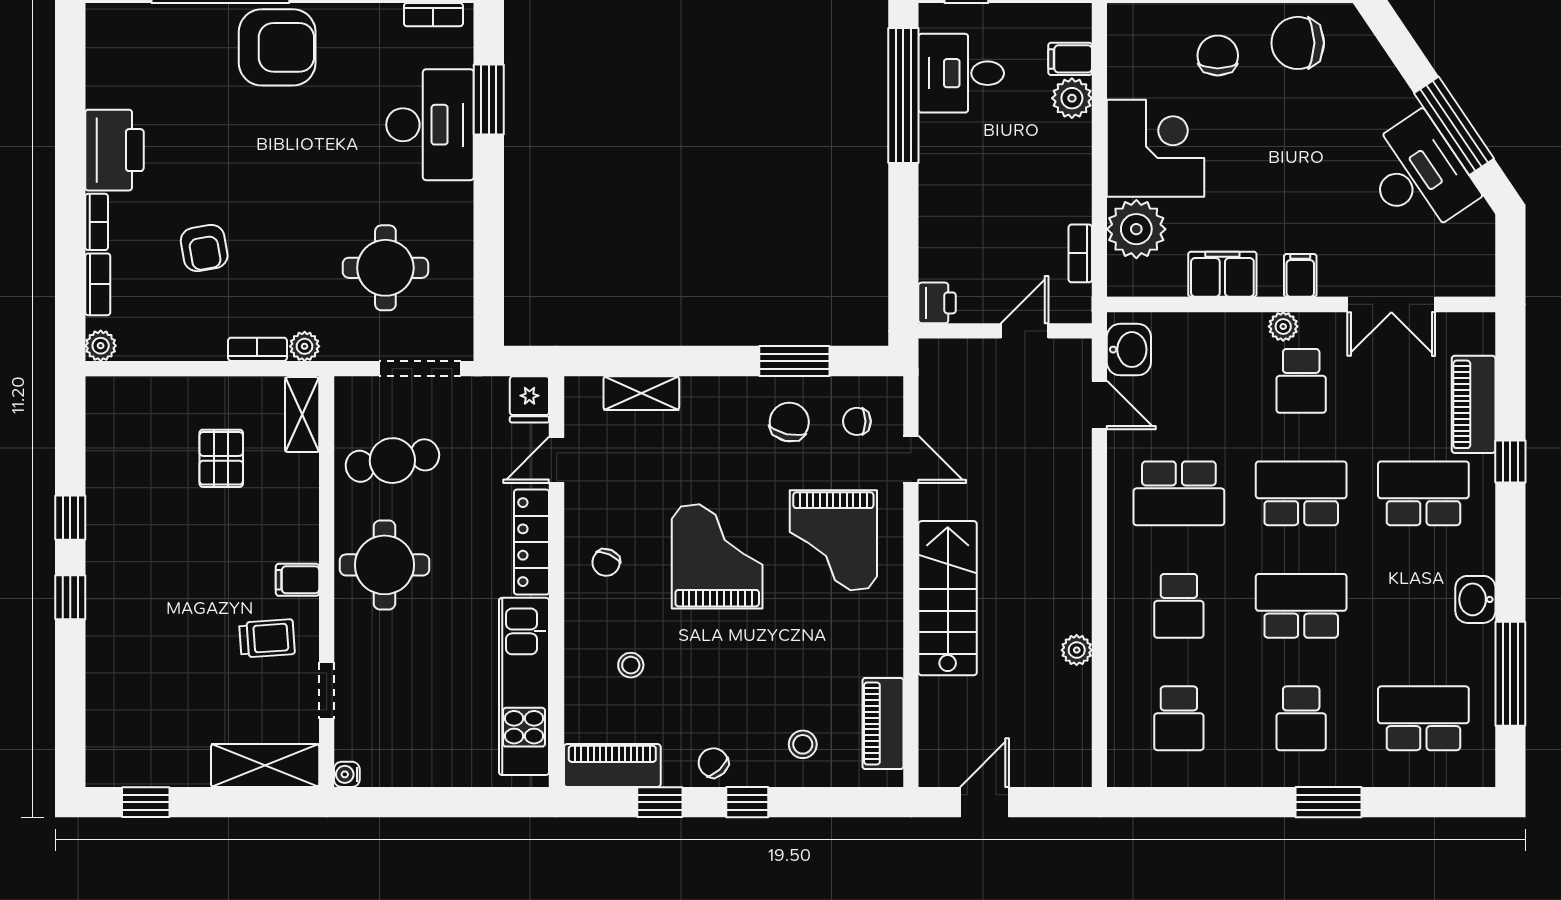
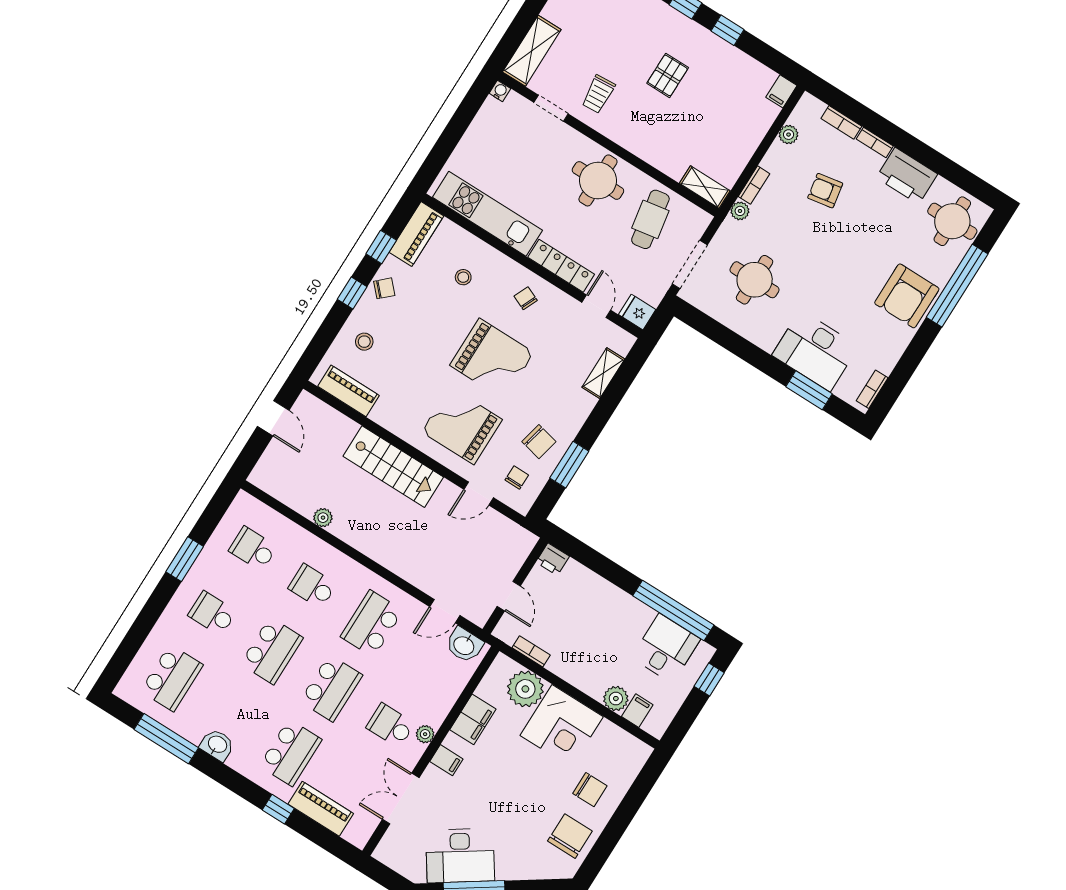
round table: (137, 49) -> (952, 221), added
plant: (101, 346) -> (789, 135), moved
pallet: (221, 458) -> (668, 75), moved, turned 90
filing cabinet: (297, 580) -> (781, 91), moved, turned 180
window: (1329, 802) -> (185, 559), moved

